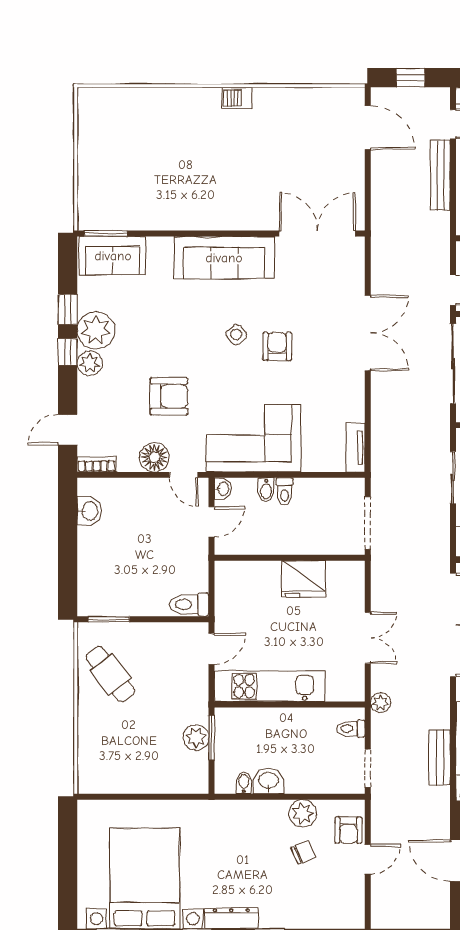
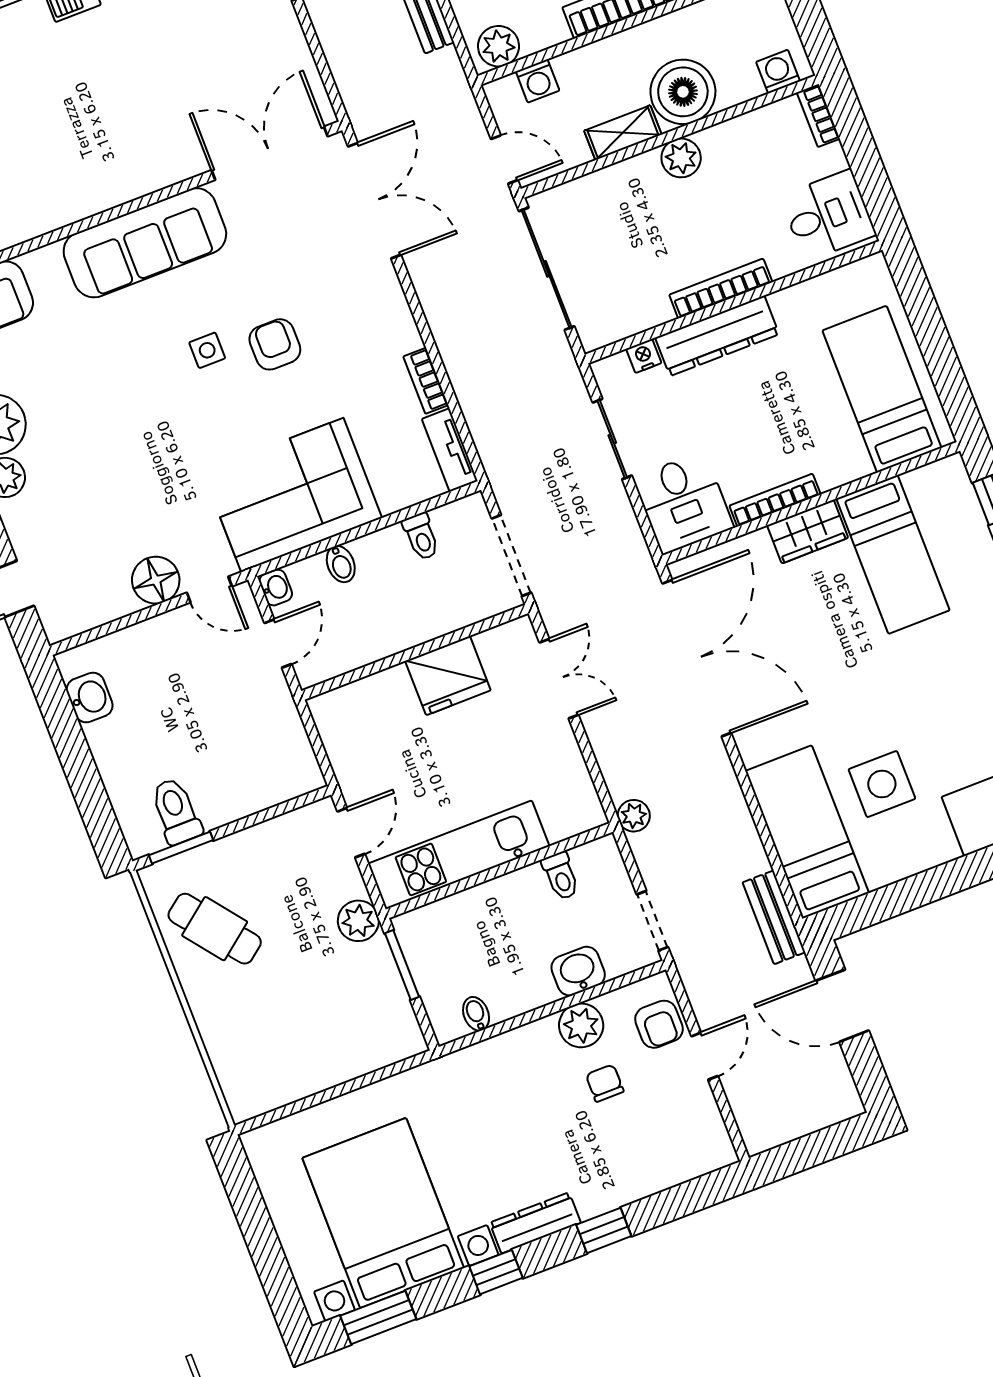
double door: (368, 333) -> (374, 201), moved
side table: (236, 335) -> (207, 350), turned 38
armchair: (169, 396) -> (142, 481), removed
bookcase: (97, 464) -> (426, 381), moved, turned -90
toilet: (285, 492) -> (421, 536), moved
toilet: (189, 604) -> (176, 811), moved, turned 90
double door: (368, 638) -> (559, 679), moved
toilet: (351, 729) -> (561, 876), moved, turned -90
plant: (196, 737) -> (358, 921), moved
bench: (440, 757) -> (774, 917), moved
washbasin: (268, 781) -> (578, 971), moved
chair: (303, 852) -> (605, 1083), turned -68

